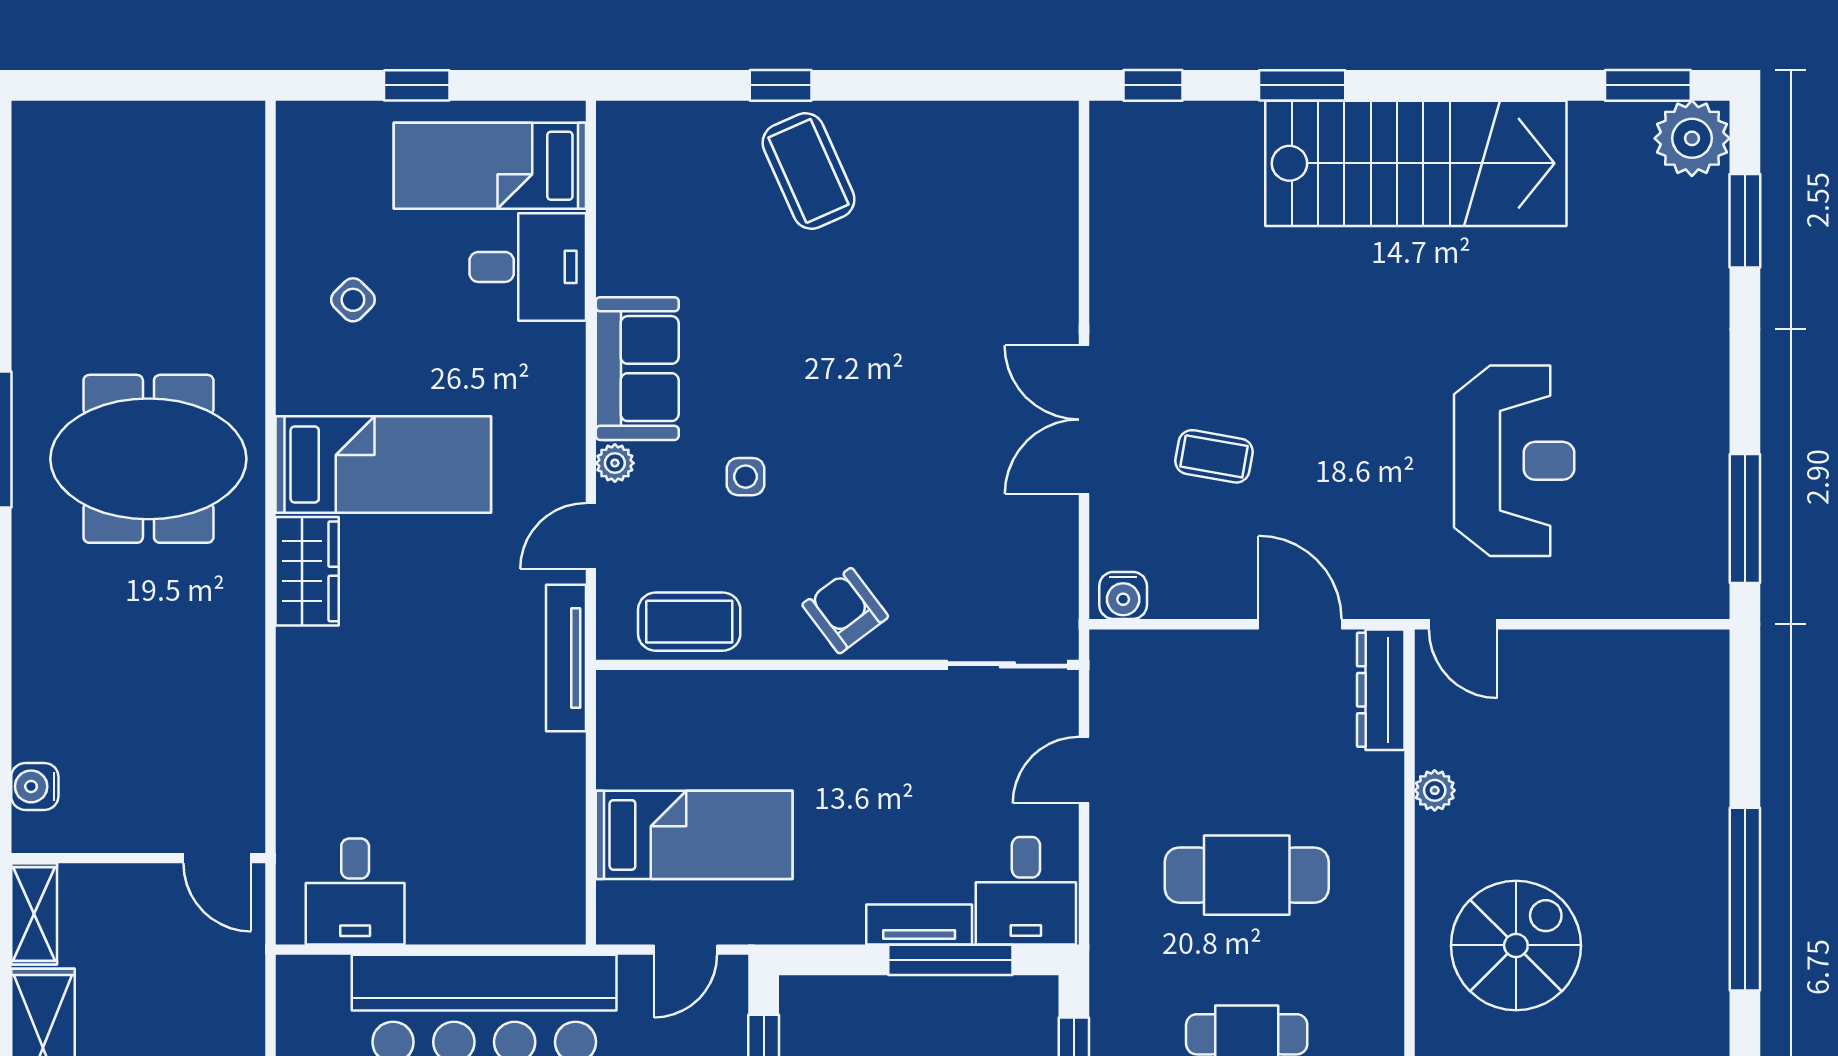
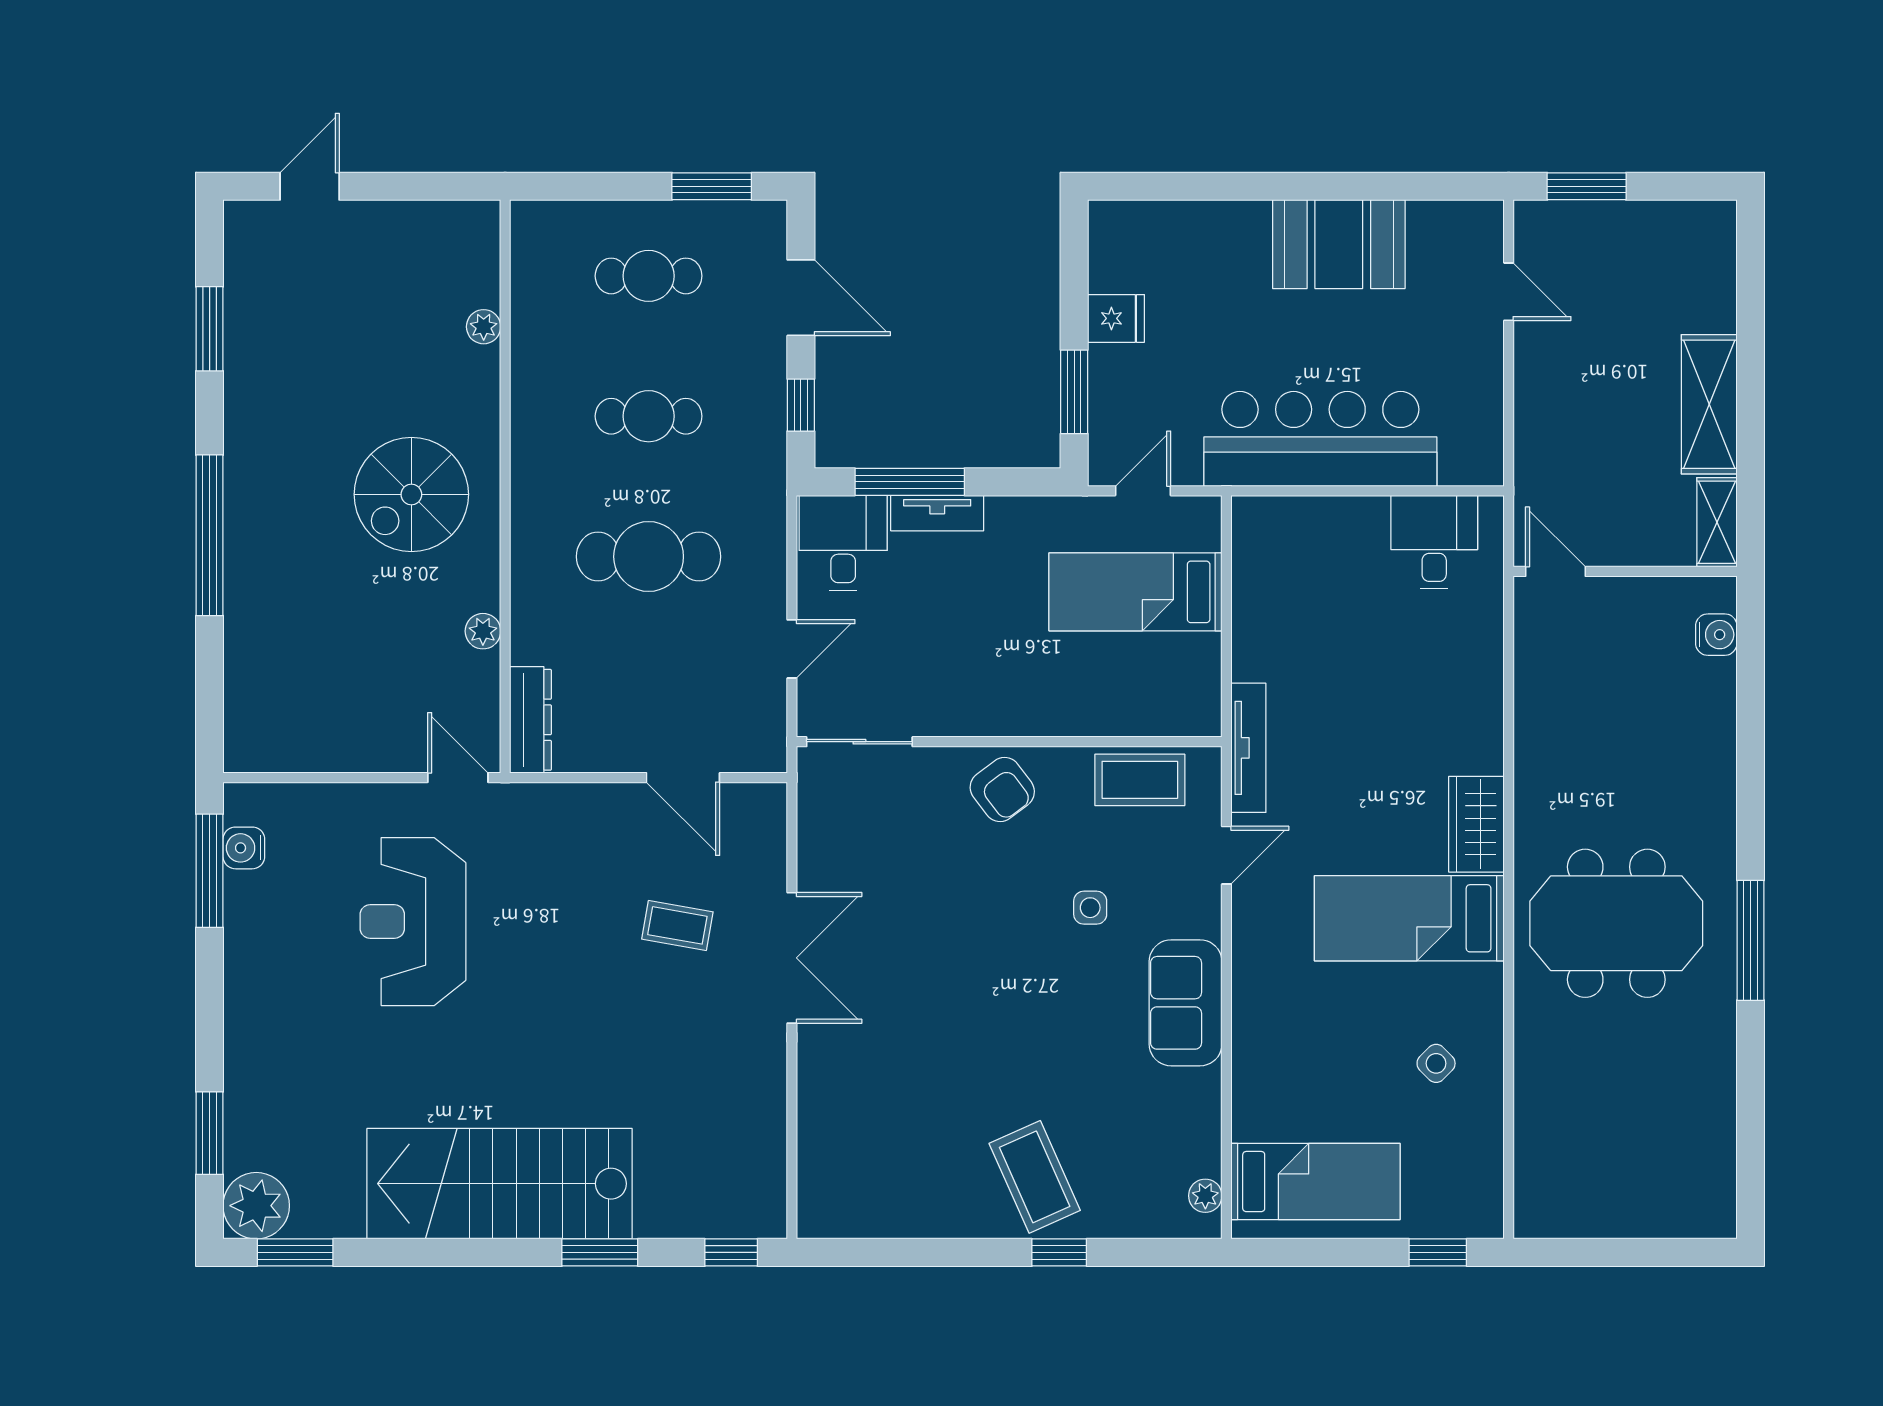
window: (417, 85) -> (1438, 1252), moved
desk: (528, 267) -> (1282, 1092), removed
plant: (615, 463) -> (1205, 1196), moved
water cooler: (1123, 595) -> (244, 848), moved, turned -90
door: (1300, 624) -> (683, 778), moved

